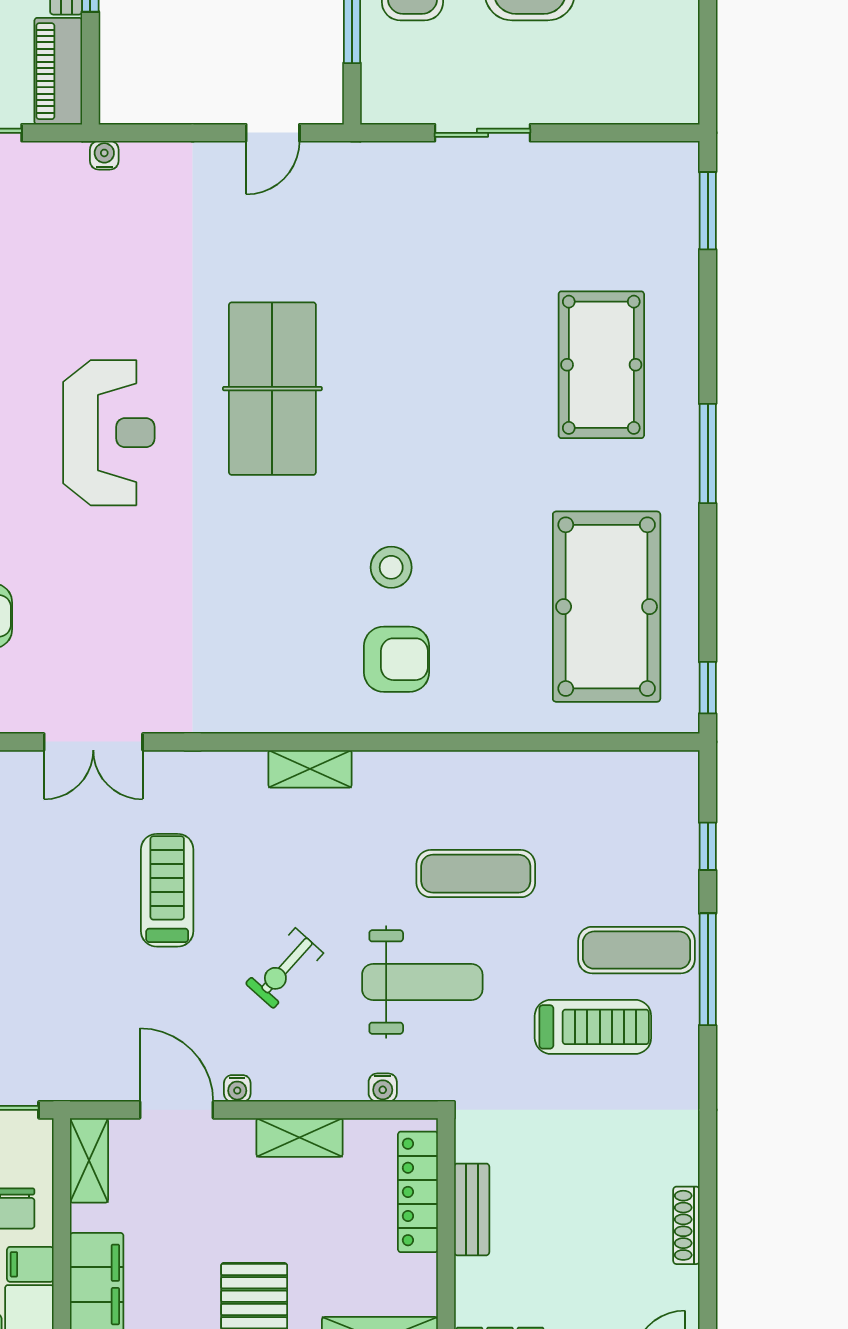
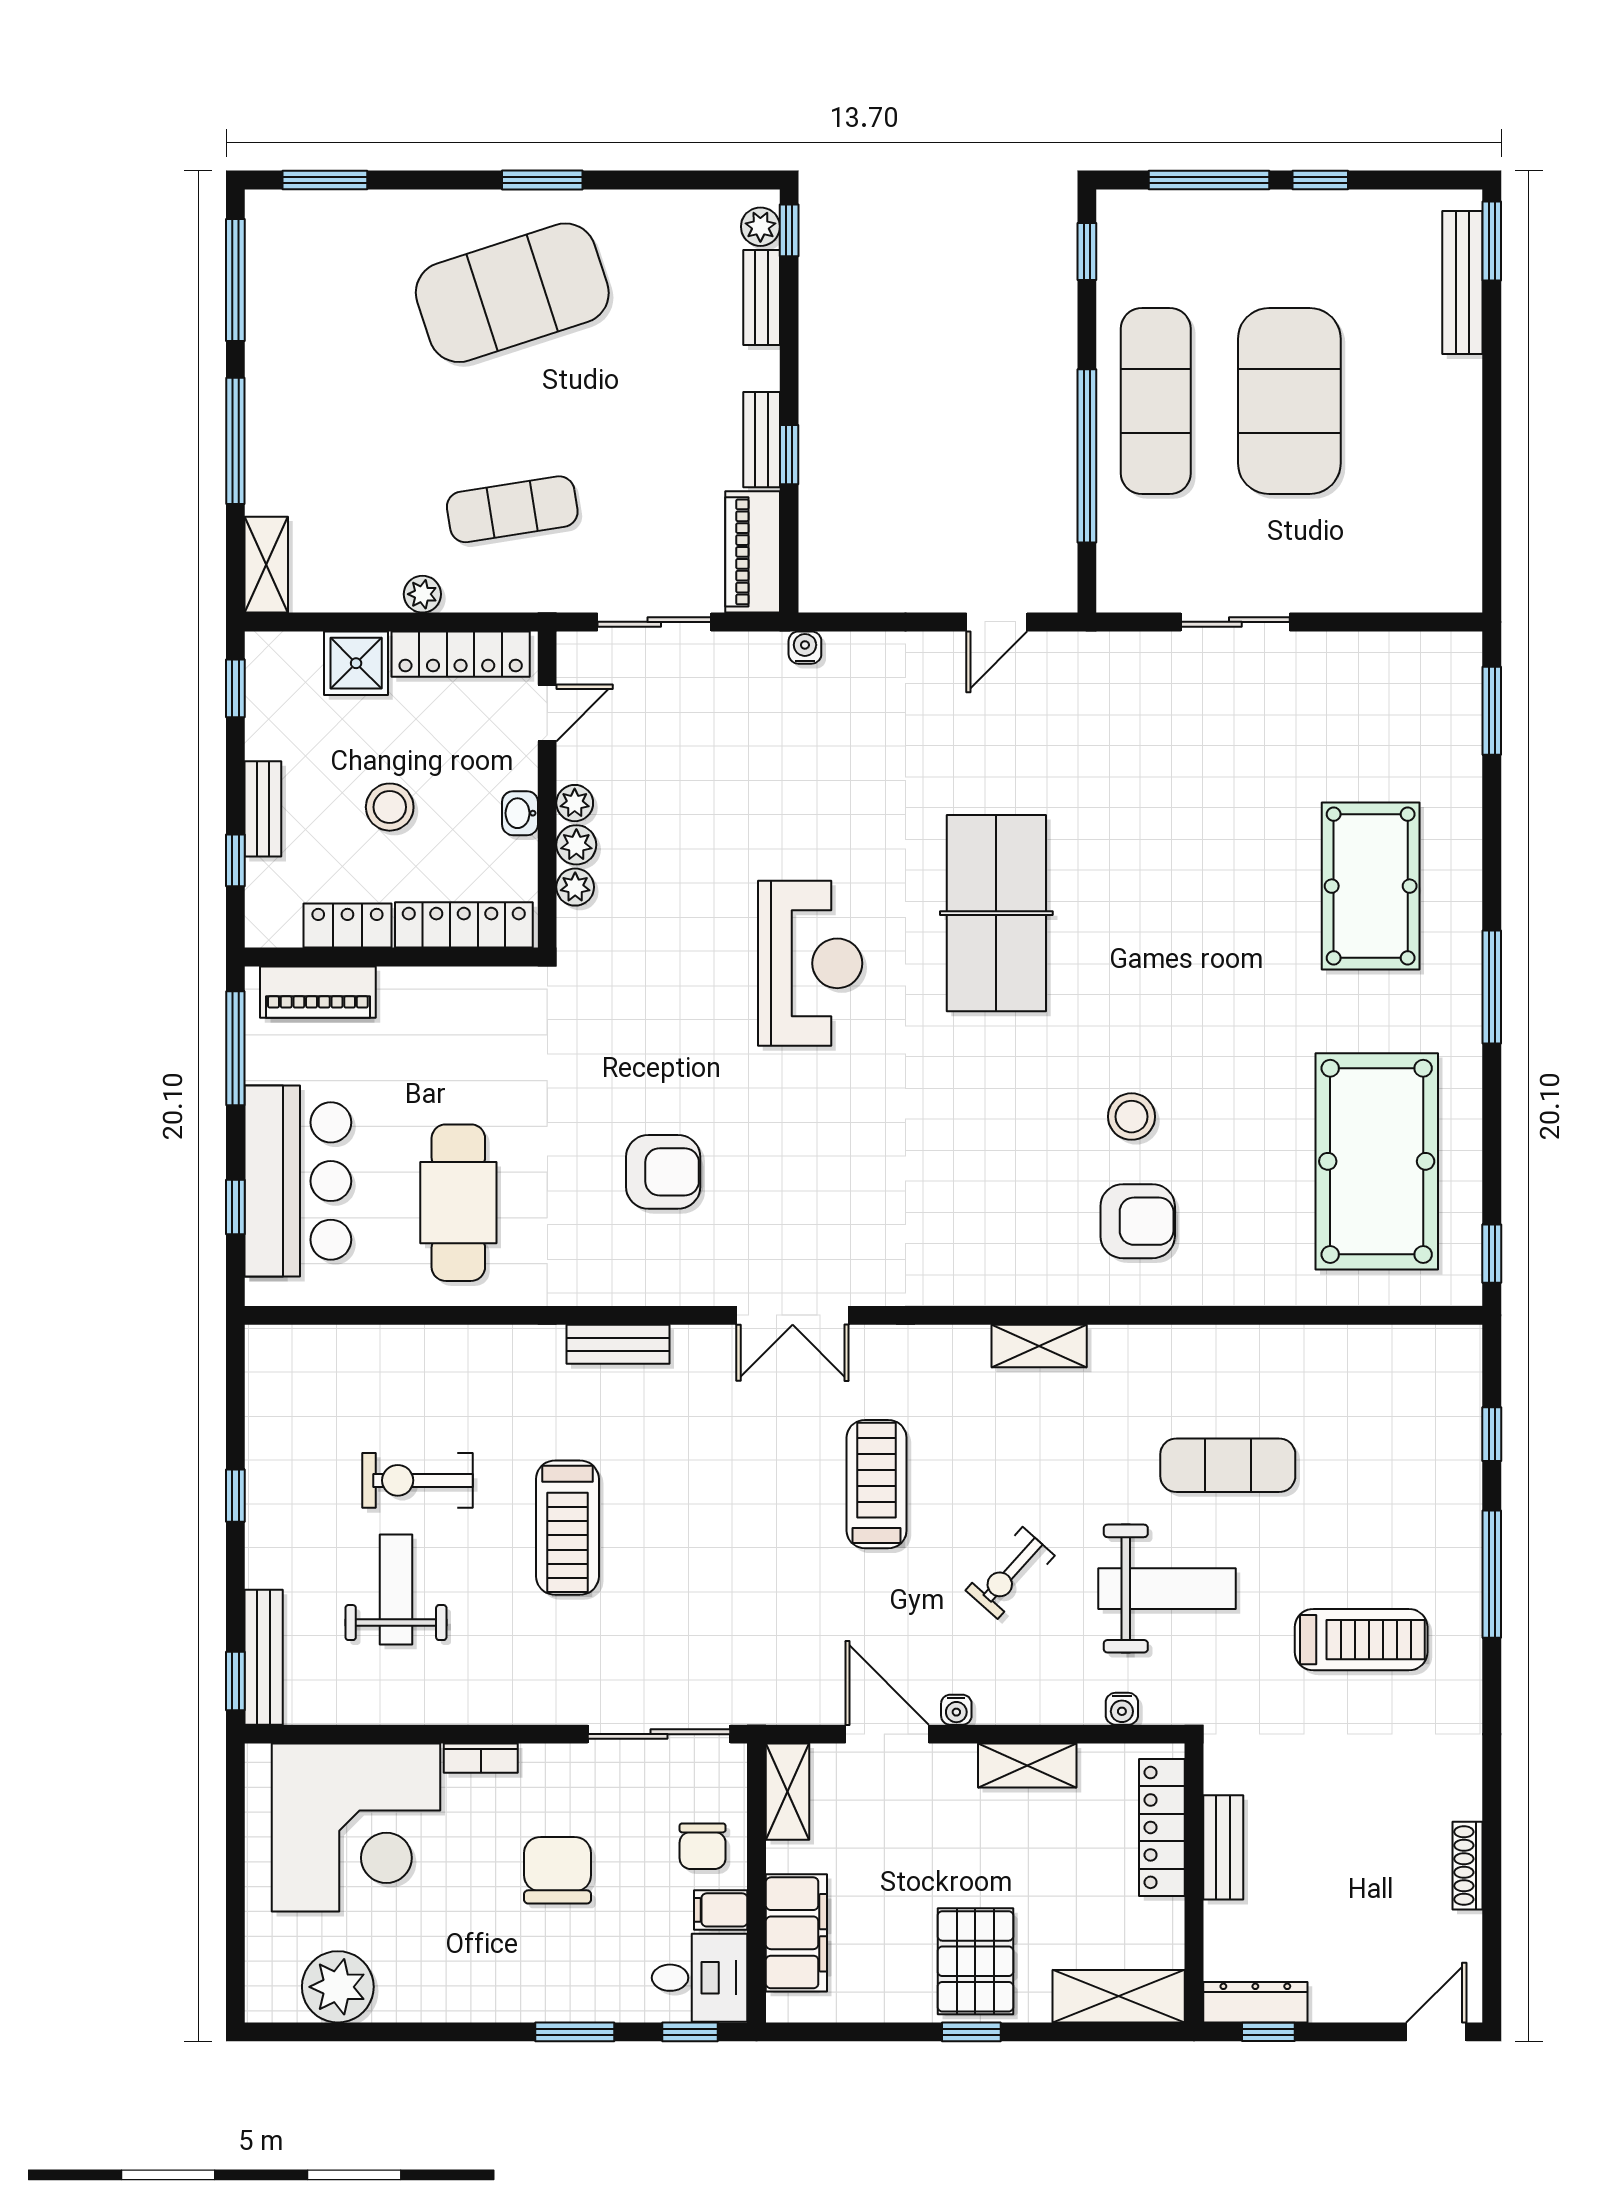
exercise mat: (637, 950) -> (1411, 1552), removed

